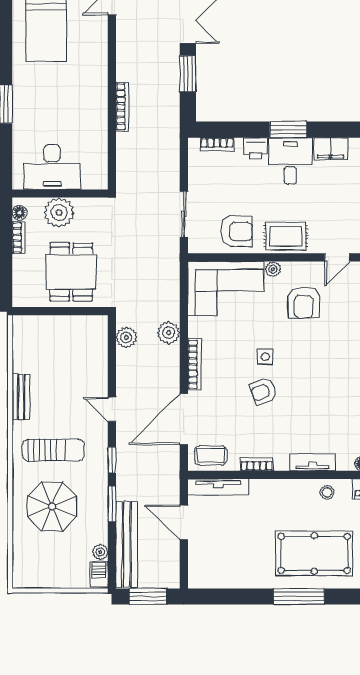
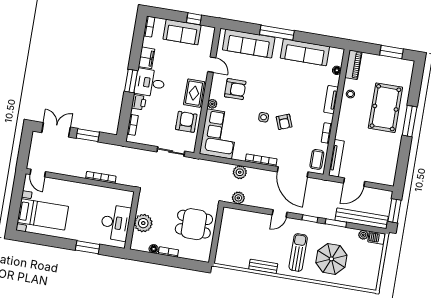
desk: (52, 167) -> (116, 223), moved
wall: (60, 194) -> (132, 221), moved
plant: (59, 213) -> (143, 223), moved

